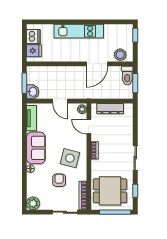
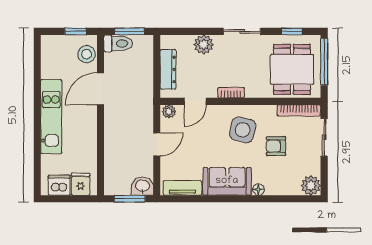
window: (135, 35) -> (75, 31), moved
door: (97, 64) -> (100, 89), swing flipped
plant: (127, 132) -> (204, 44), added

